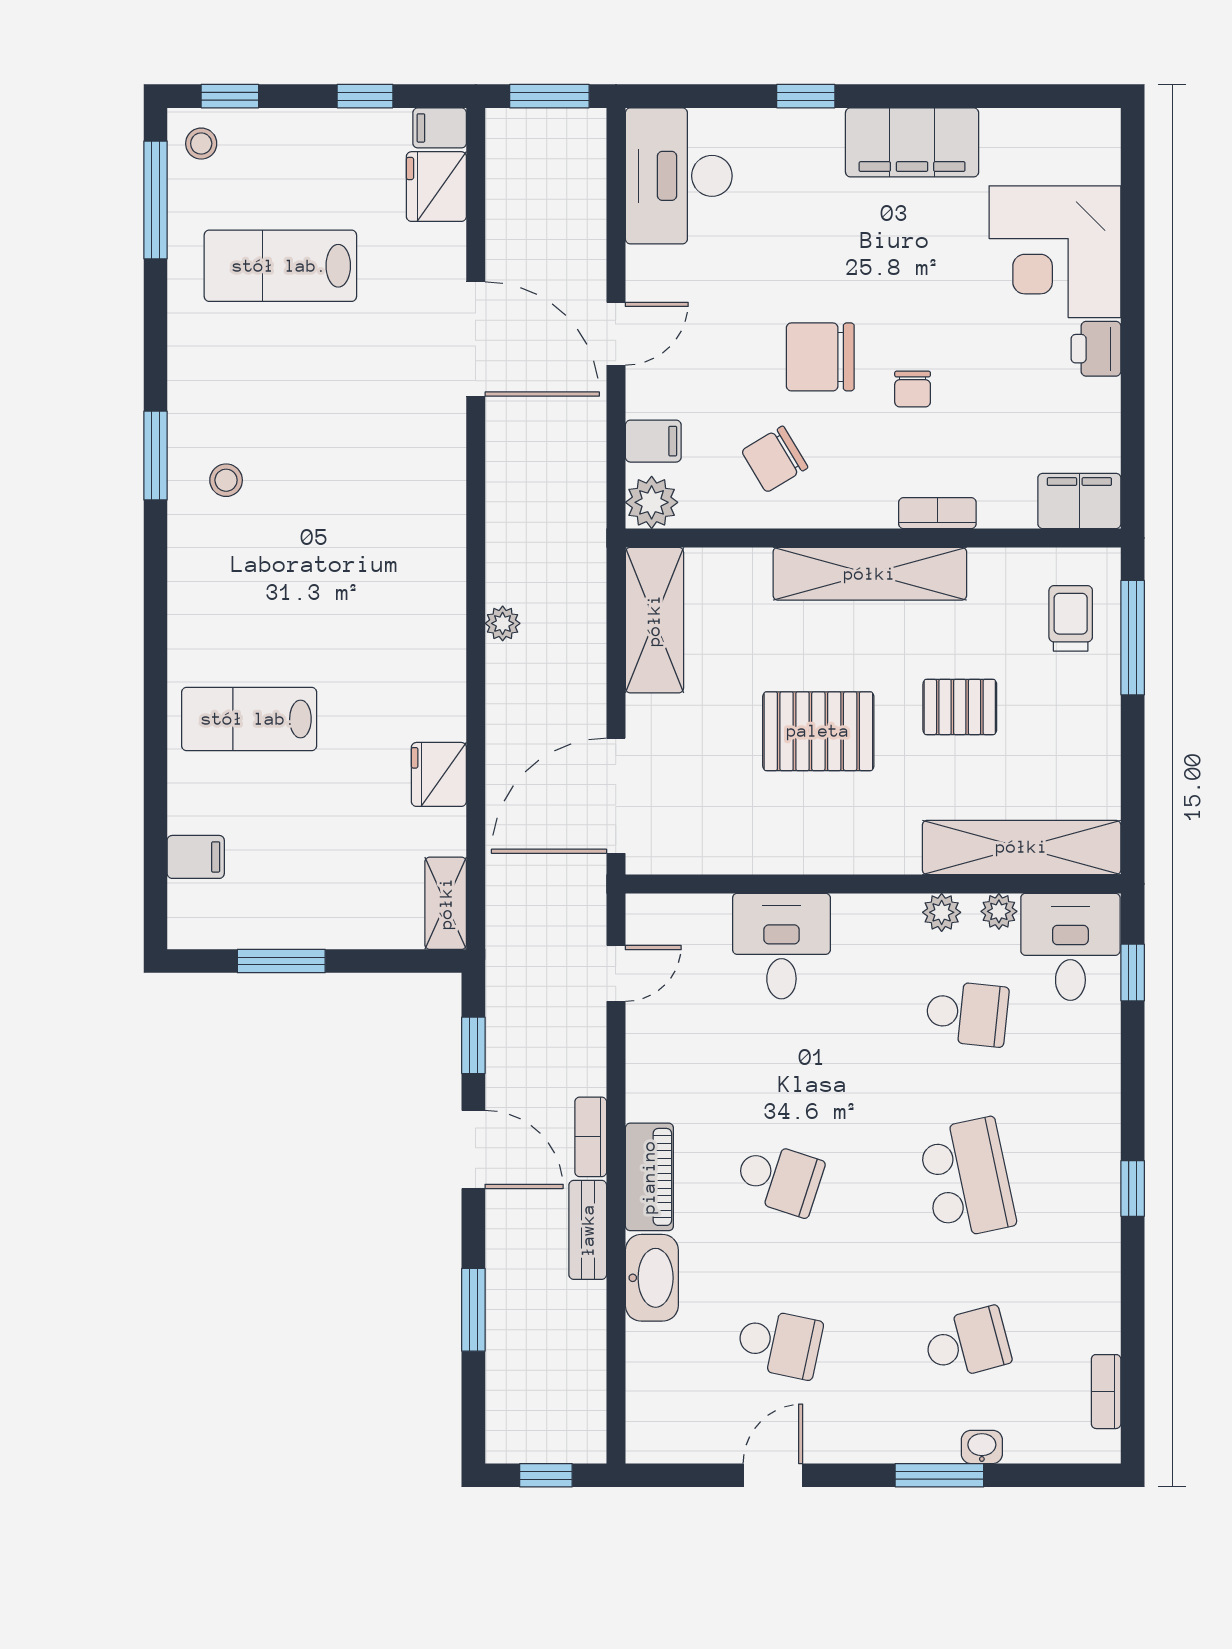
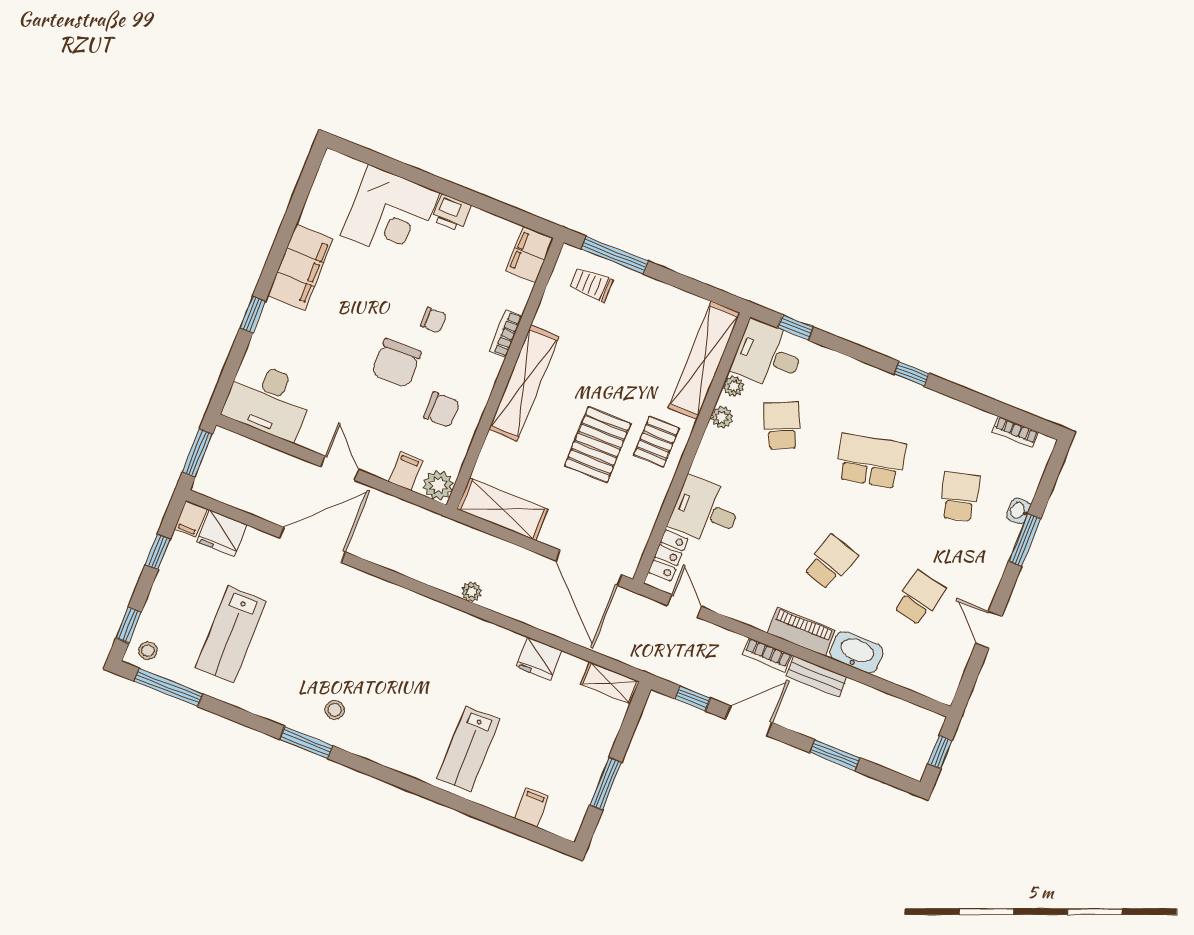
chair: (775, 459) -> (442, 410), turned -59
pallet: (960, 707) -> (656, 442), moved
locker: (686, 915) -> (668, 555), added
school desk: (967, 1013) -> (782, 425), turned -30

